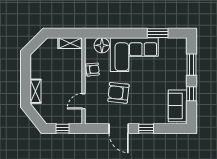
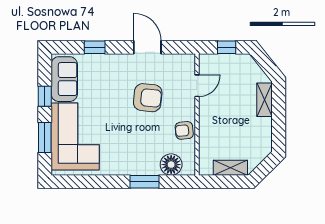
window: (158, 33) -> (144, 182), moved
shelving: (70, 43) -> (230, 168), moved
corner sofa: (134, 55) -> (75, 137), moved, turned 90
window: (146, 129) -> (95, 47), moved

